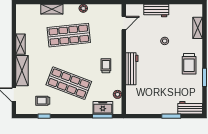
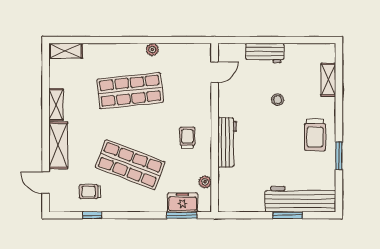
shelving: (52, 9) -> (66, 51), moved
workbench: (190, 108) -> (300, 199), width x1.88, depth x1.32

